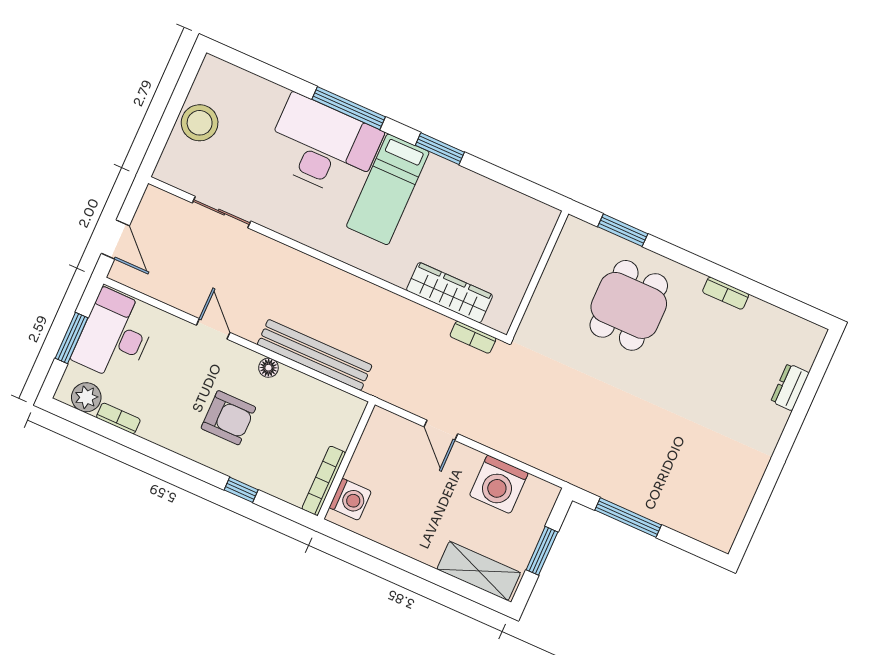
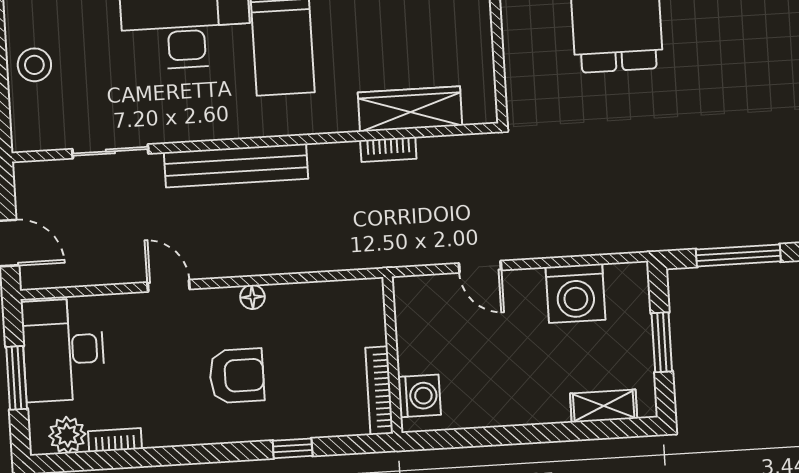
stool: (200, 123) -> (34, 65), width x0.73, depth x0.73
bookcase: (473, 337) -> (388, 149), moved
bench: (315, 355) -> (236, 165), moved
shelving: (479, 571) -> (604, 406), width x0.67, depth x0.75

